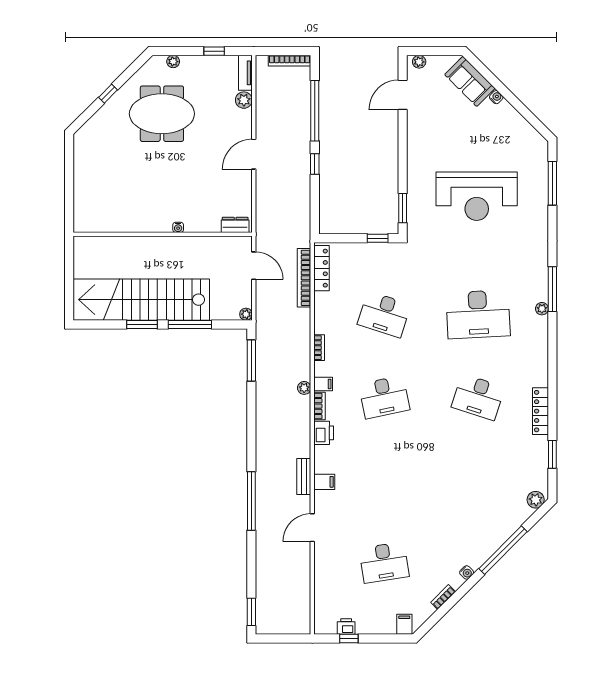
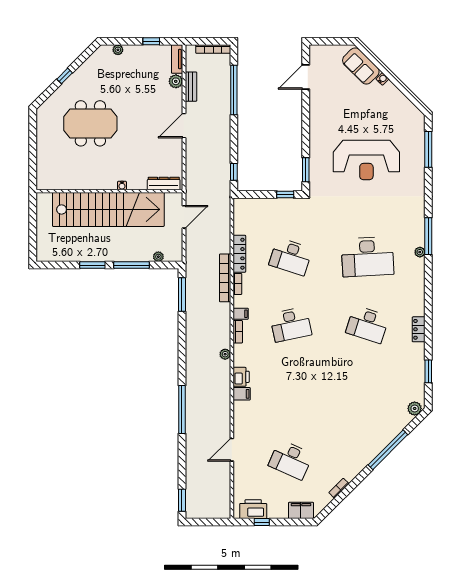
plant: (419, 62) -> (319, 50), removed
meeting table: (162, 114) -> (90, 123), moved
window: (315, 164) -> (234, 172), moved
dresser: (235, 225) -> (164, 183), width x1.44
door: (254, 266) -> (184, 217), hinge flipped
locker: (322, 268) -> (239, 254), moved
bookcase: (304, 278) -> (225, 278), moved
stairs: (141, 300) -> (108, 209), moved, turned 180
plant: (246, 314) -> (158, 257), moved
plant: (304, 388) -> (225, 354), moved
locker: (540, 411) -> (419, 329), width x0.66
printer: (324, 433) -> (241, 377), moved
bench: (304, 476) -> (191, 87), moved
door: (312, 528) -> (232, 450), moved
desk: (384, 562) -> (291, 460), turned 33
water cooler: (467, 572) -> (358, 468), removed
filing cabinet: (404, 624) -> (301, 510), width x2.00
printer: (346, 626) -> (253, 509), width x1.87, depth x1.48

